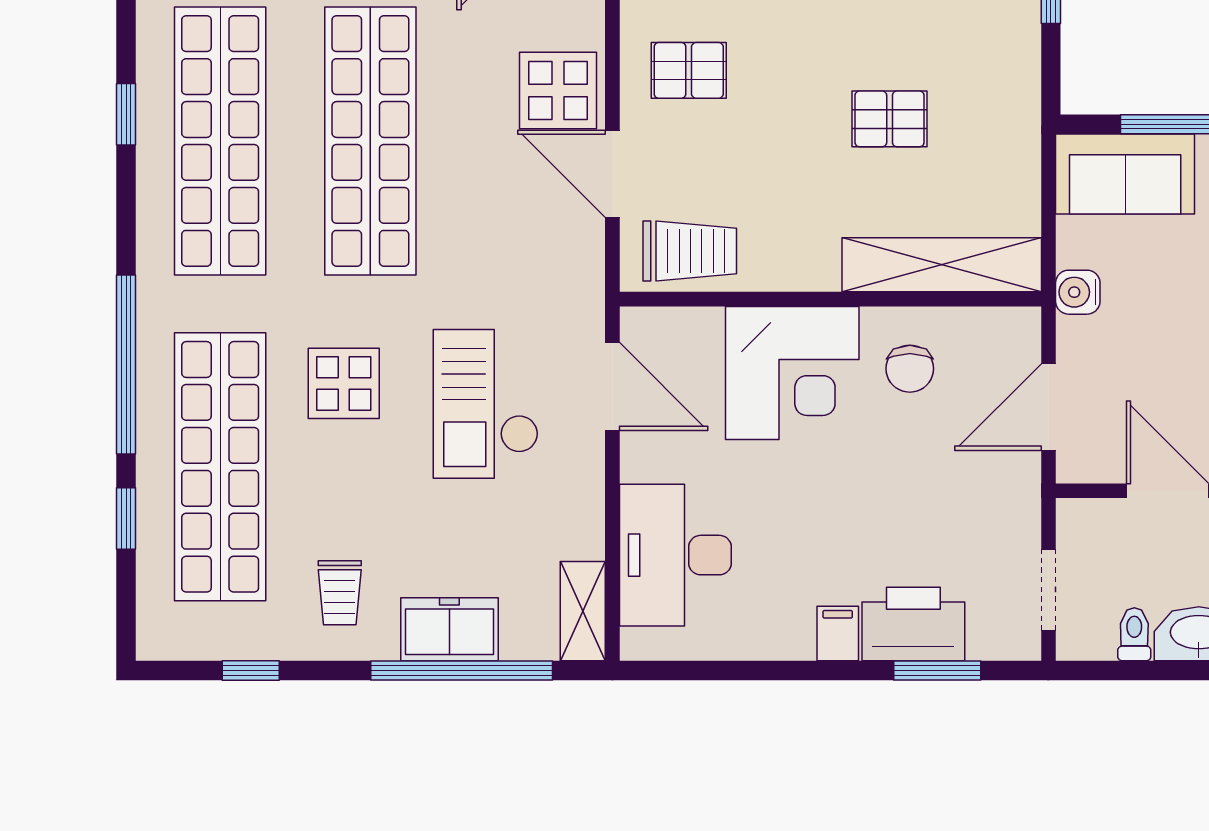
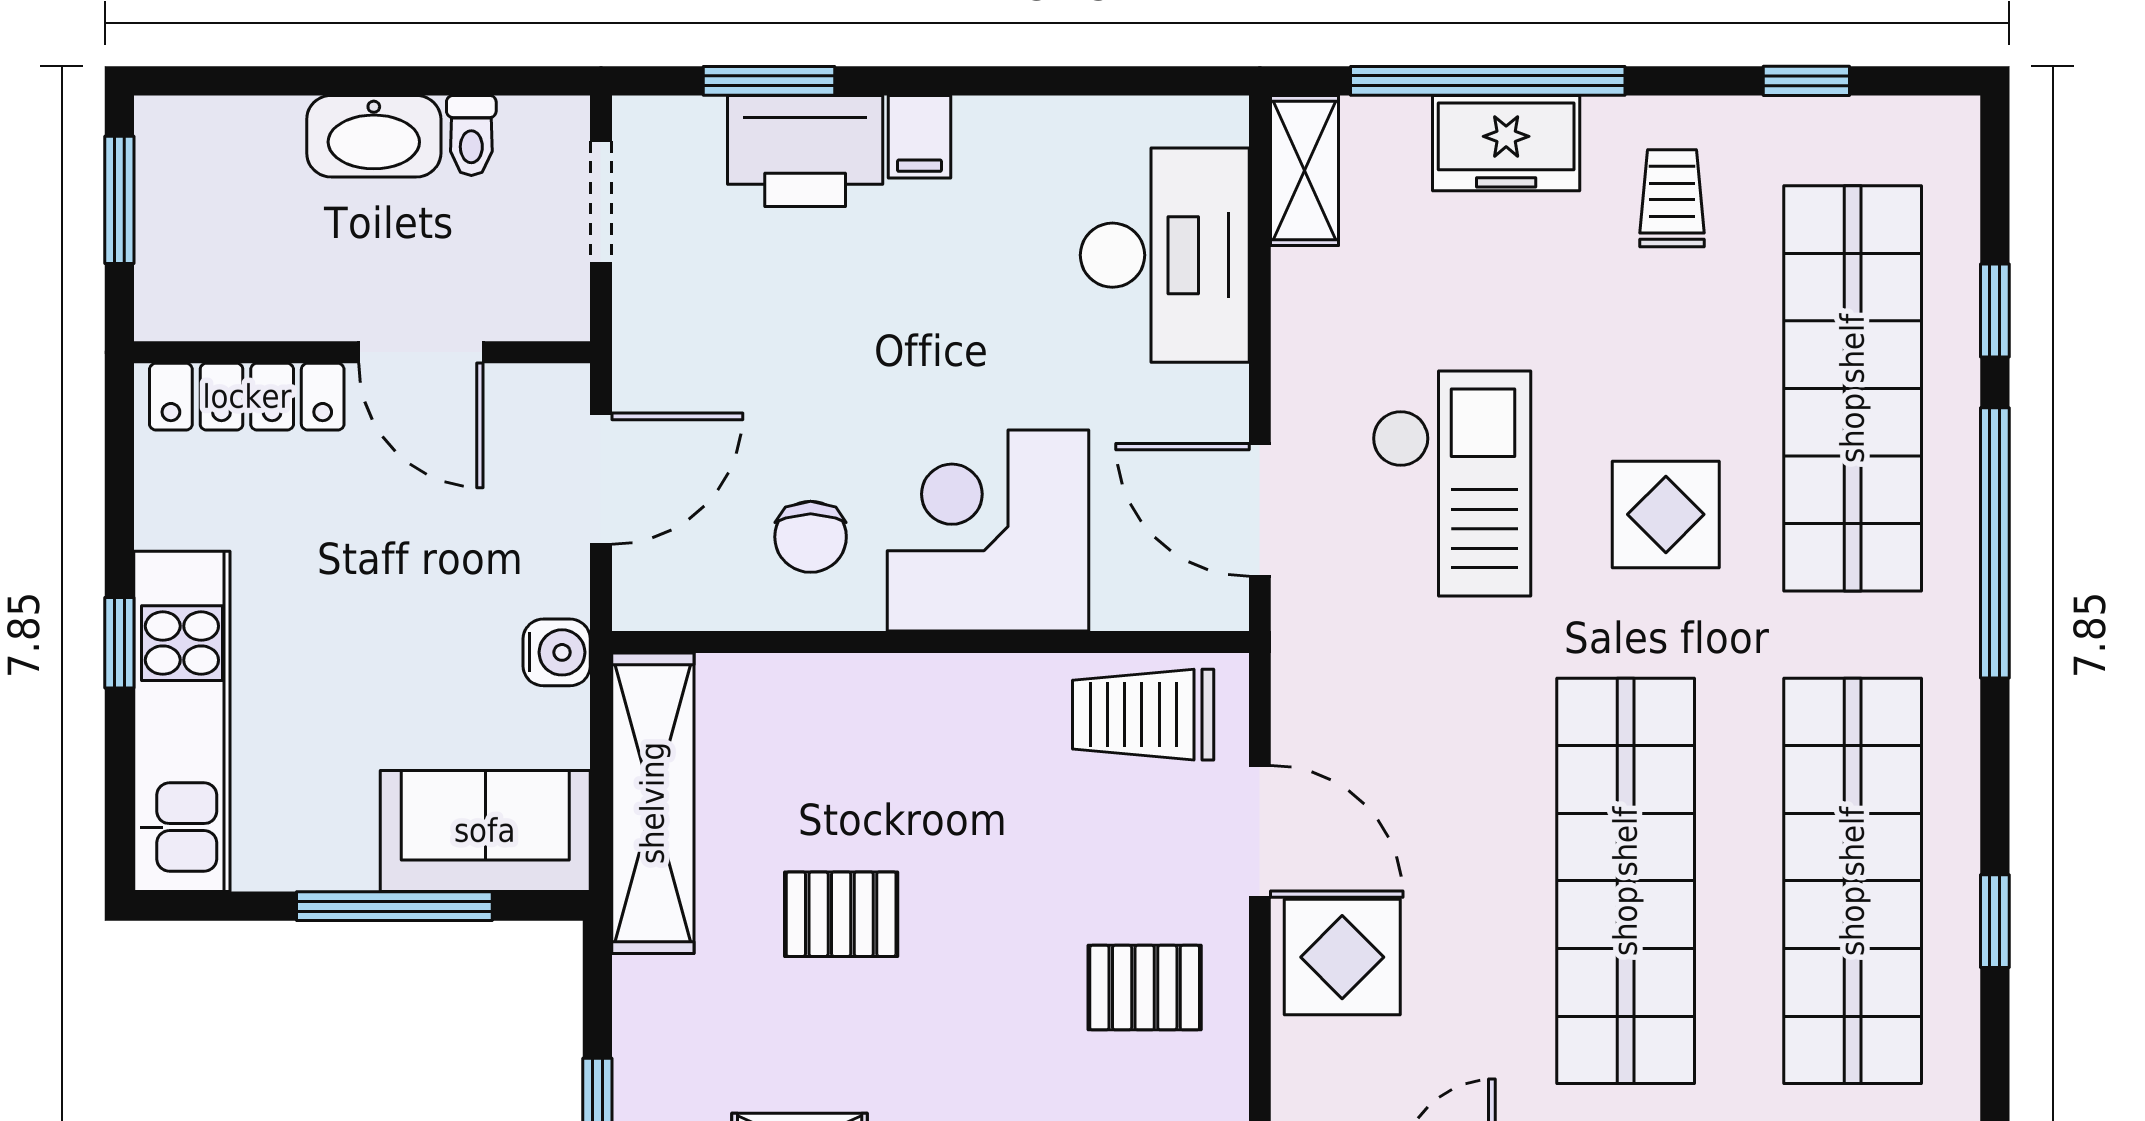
shelving: (942, 265) -> (653, 803), moved, turned 90
chair: (910, 369) -> (811, 537), turned 180

